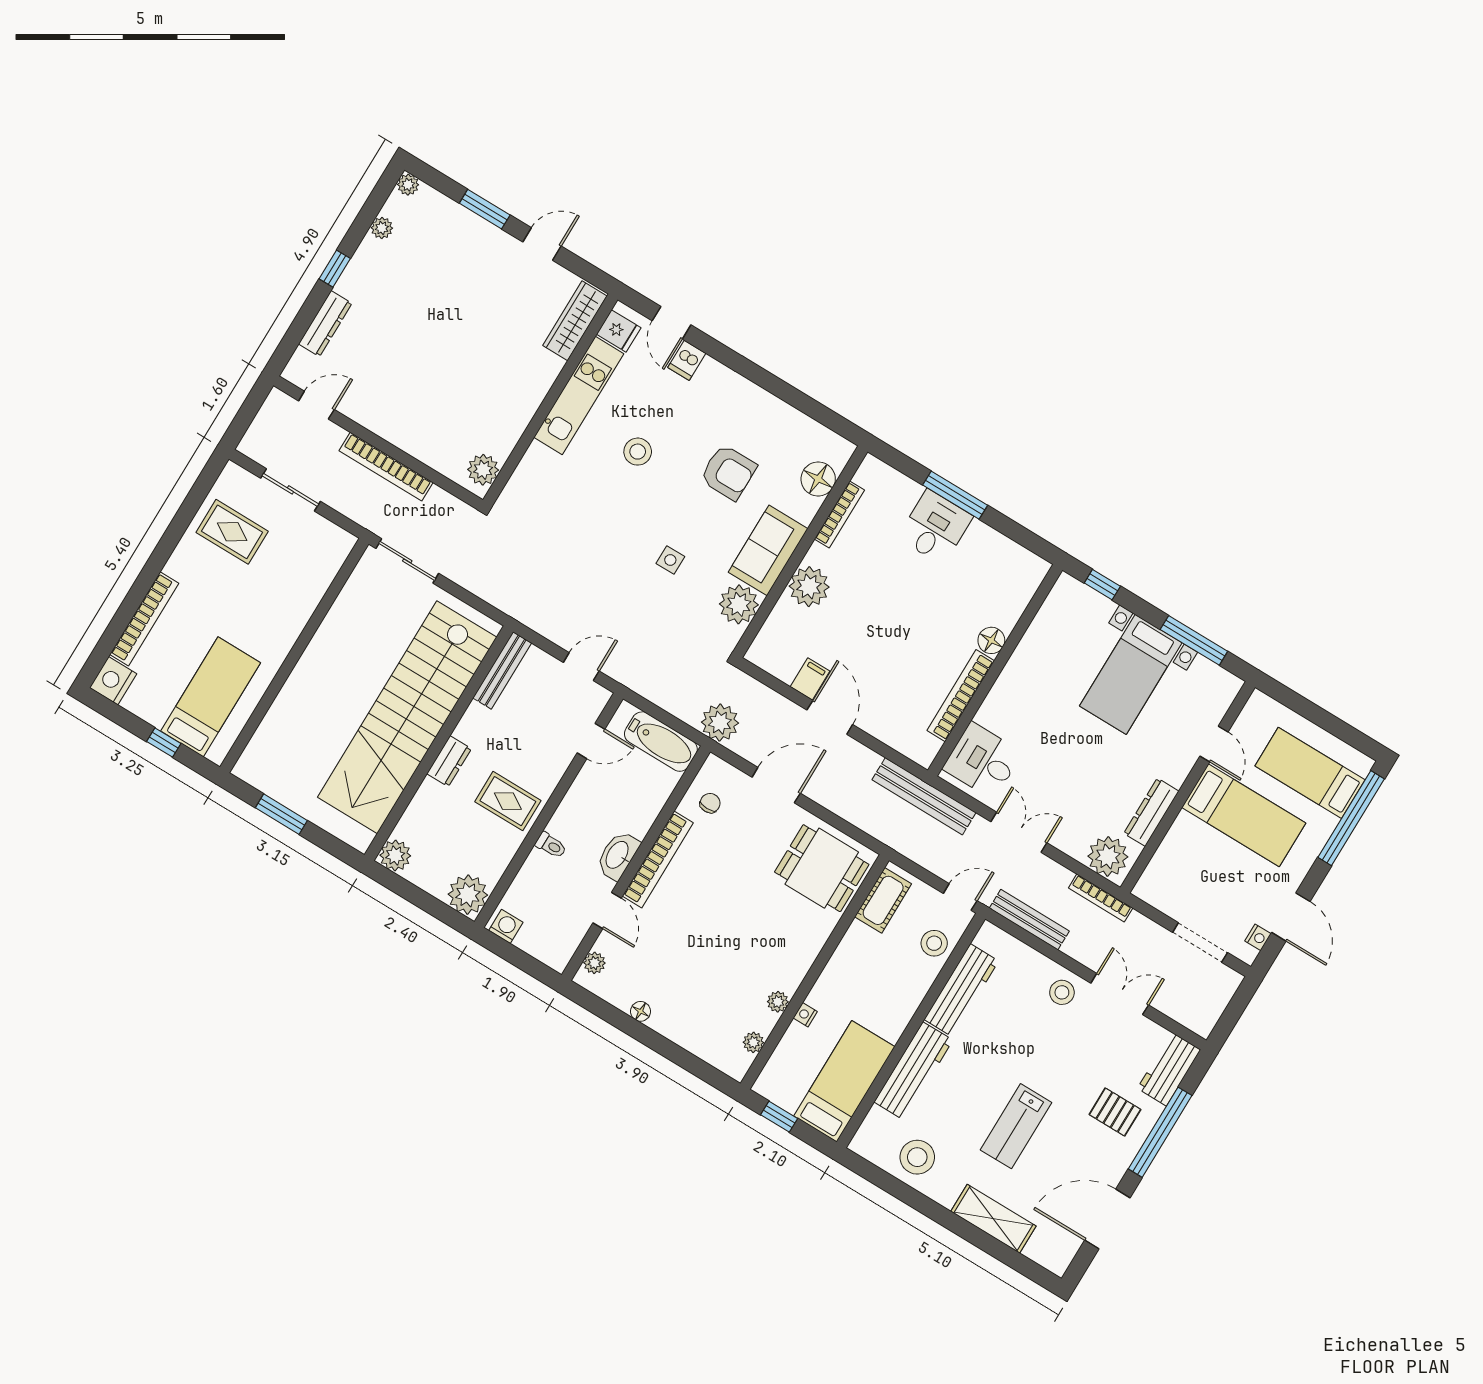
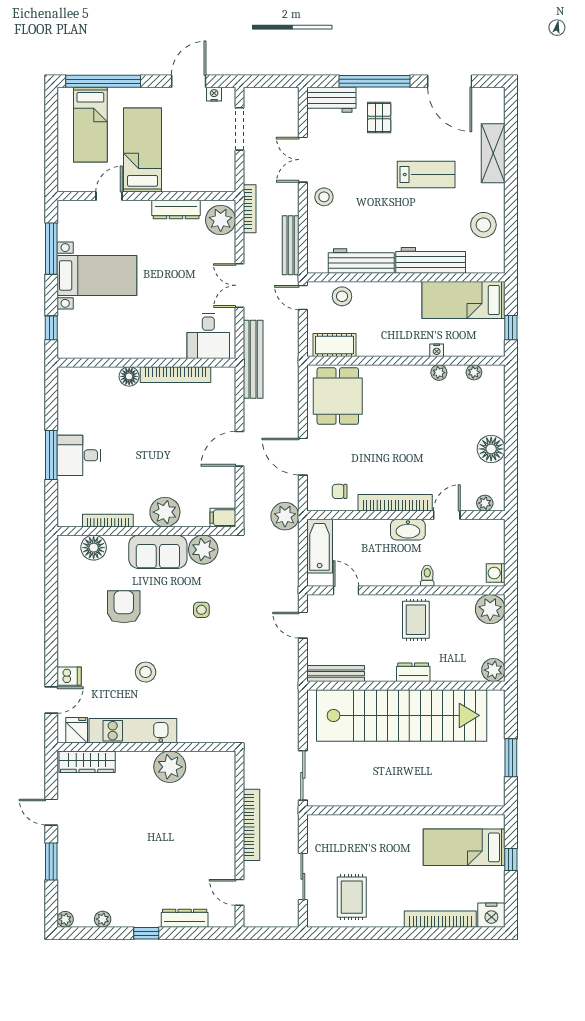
plant: (483, 470) -> (170, 767), moved, width x1.36, depth x1.36
filing cabinet: (810, 679) -> (223, 518), moved
floor lamp: (641, 1011) -> (491, 449), width x1.89, depth x1.89

